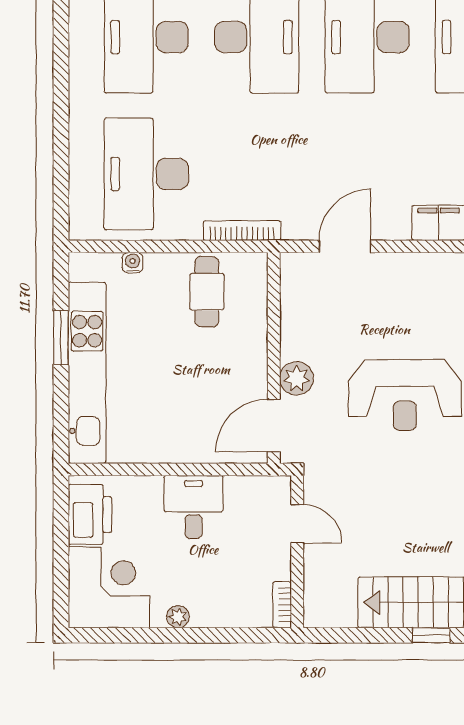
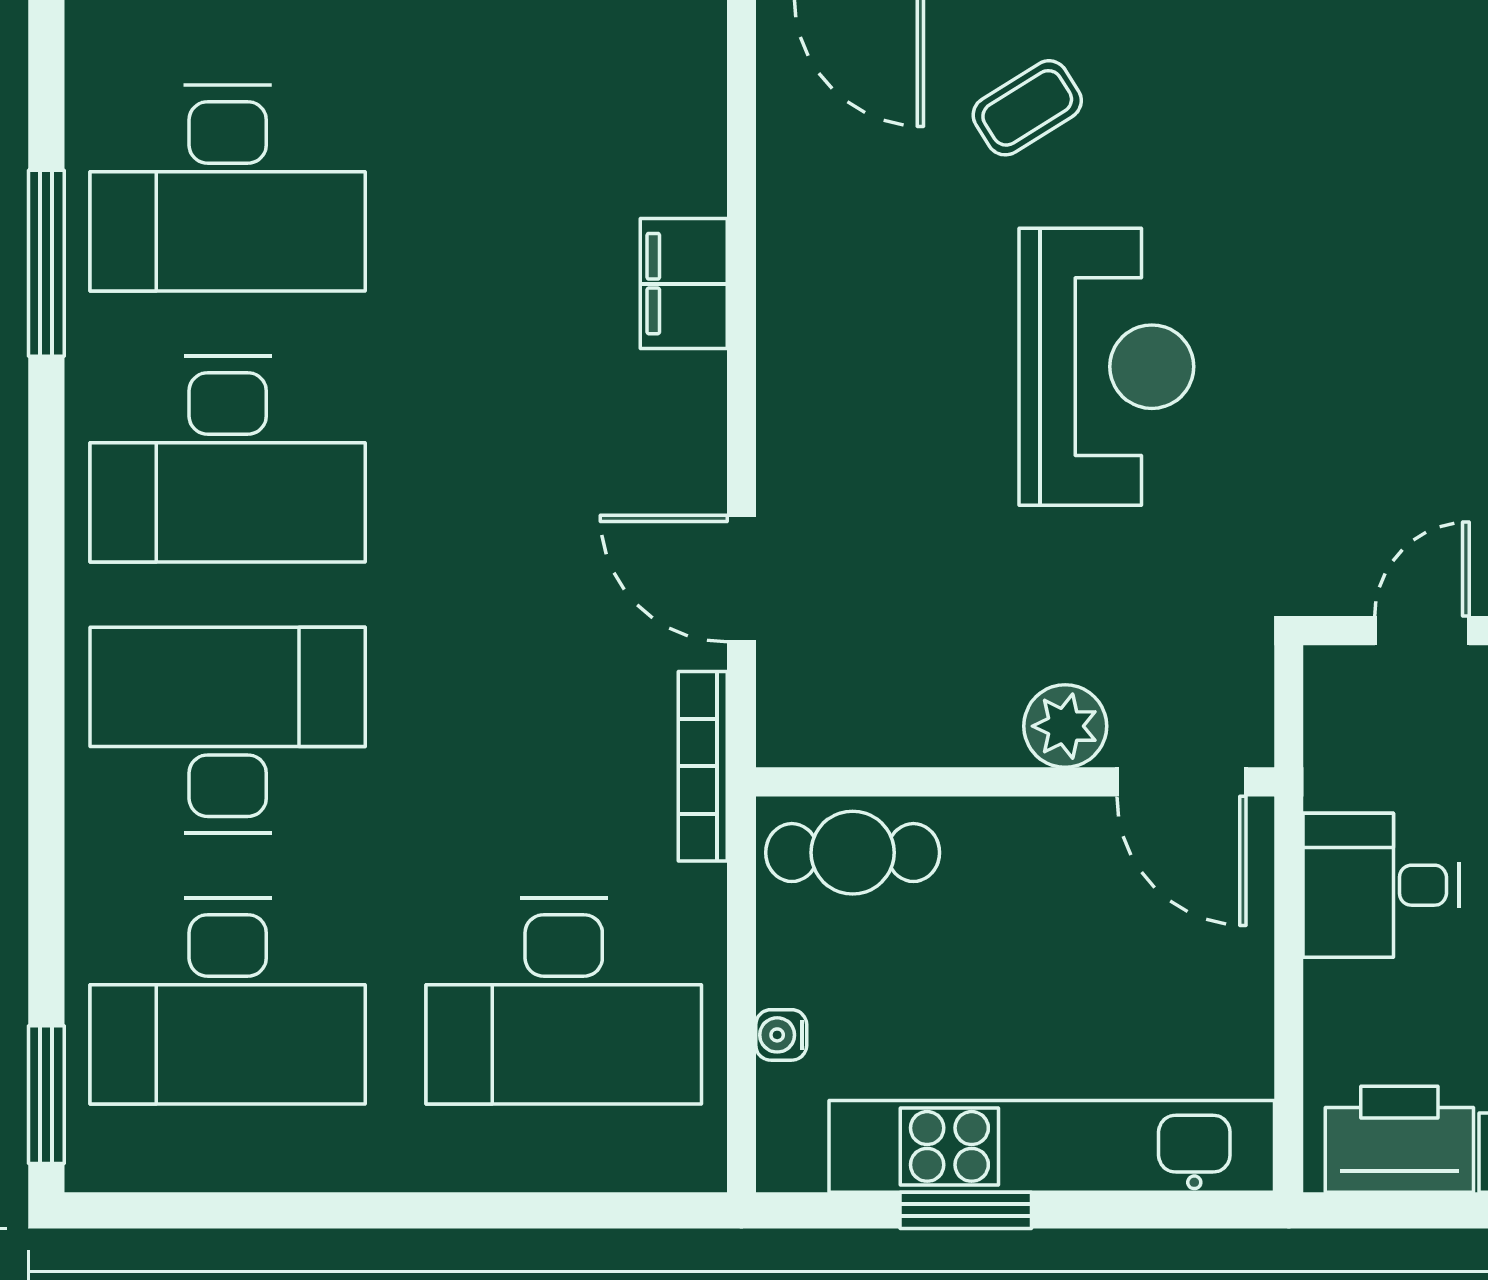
door: (345, 246) -> (741, 579), moved
wall: (274, 358) -> (1015, 782), moved
plant: (297, 378) -> (1065, 726), moved
door: (274, 426) -> (1181, 782), moved

